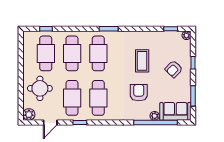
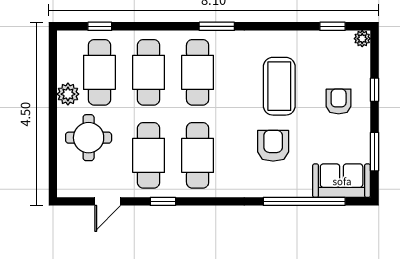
coffee table: (142, 61) -> (279, 86), width x1.36, depth x1.32
armchair: (174, 69) -> (339, 101), turned 135
plant: (29, 114) -> (68, 94), moved
plant: (155, 116) -> (303, 189), removed

